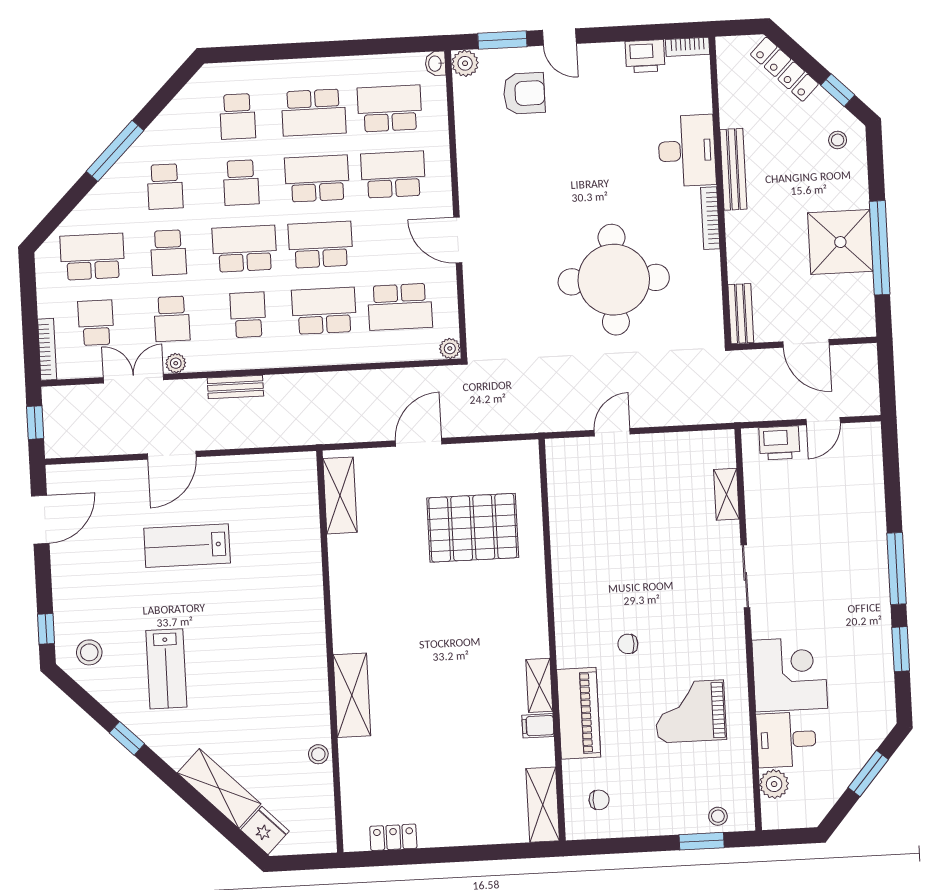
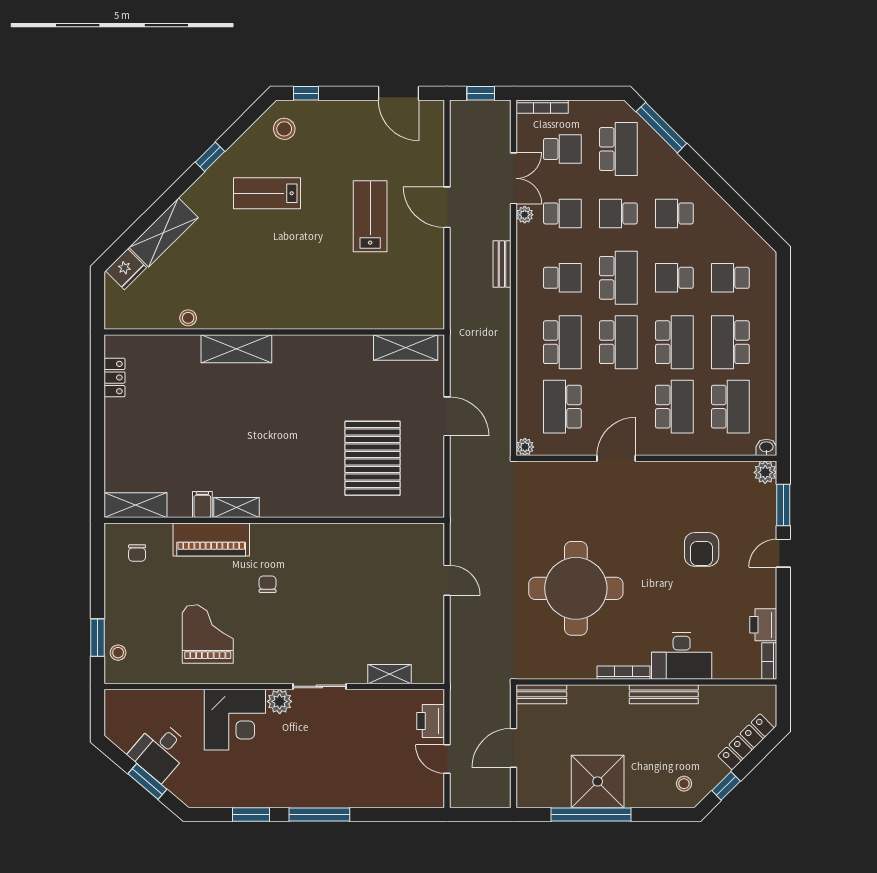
armchair: (524, 93) -> (702, 549), moved
window: (115, 151) -> (661, 128), moved
school desk: (172, 319) -> (562, 213), turned 180
desk: (786, 740) -> (160, 751), moved, turned -140
plant: (774, 784) -> (280, 701), moved

